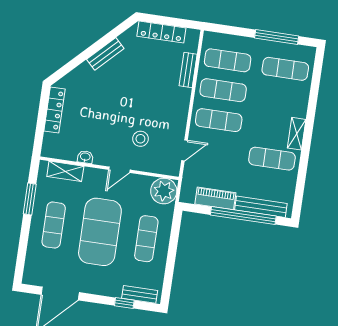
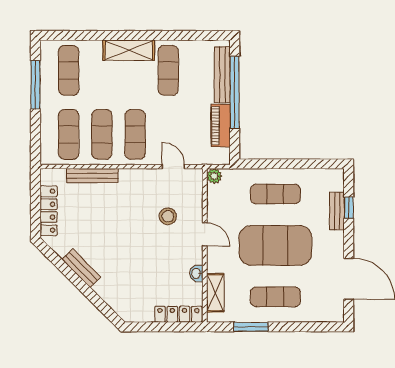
bench: (188, 70) -> (92, 176), width x1.36
locker: (55, 110) -> (178, 314), moved
shelving: (297, 134) -> (129, 50), width x1.50, depth x1.33
plant: (164, 191) -> (214, 176), width x0.53, depth x0.53
bench: (140, 294) -> (337, 211), moved

